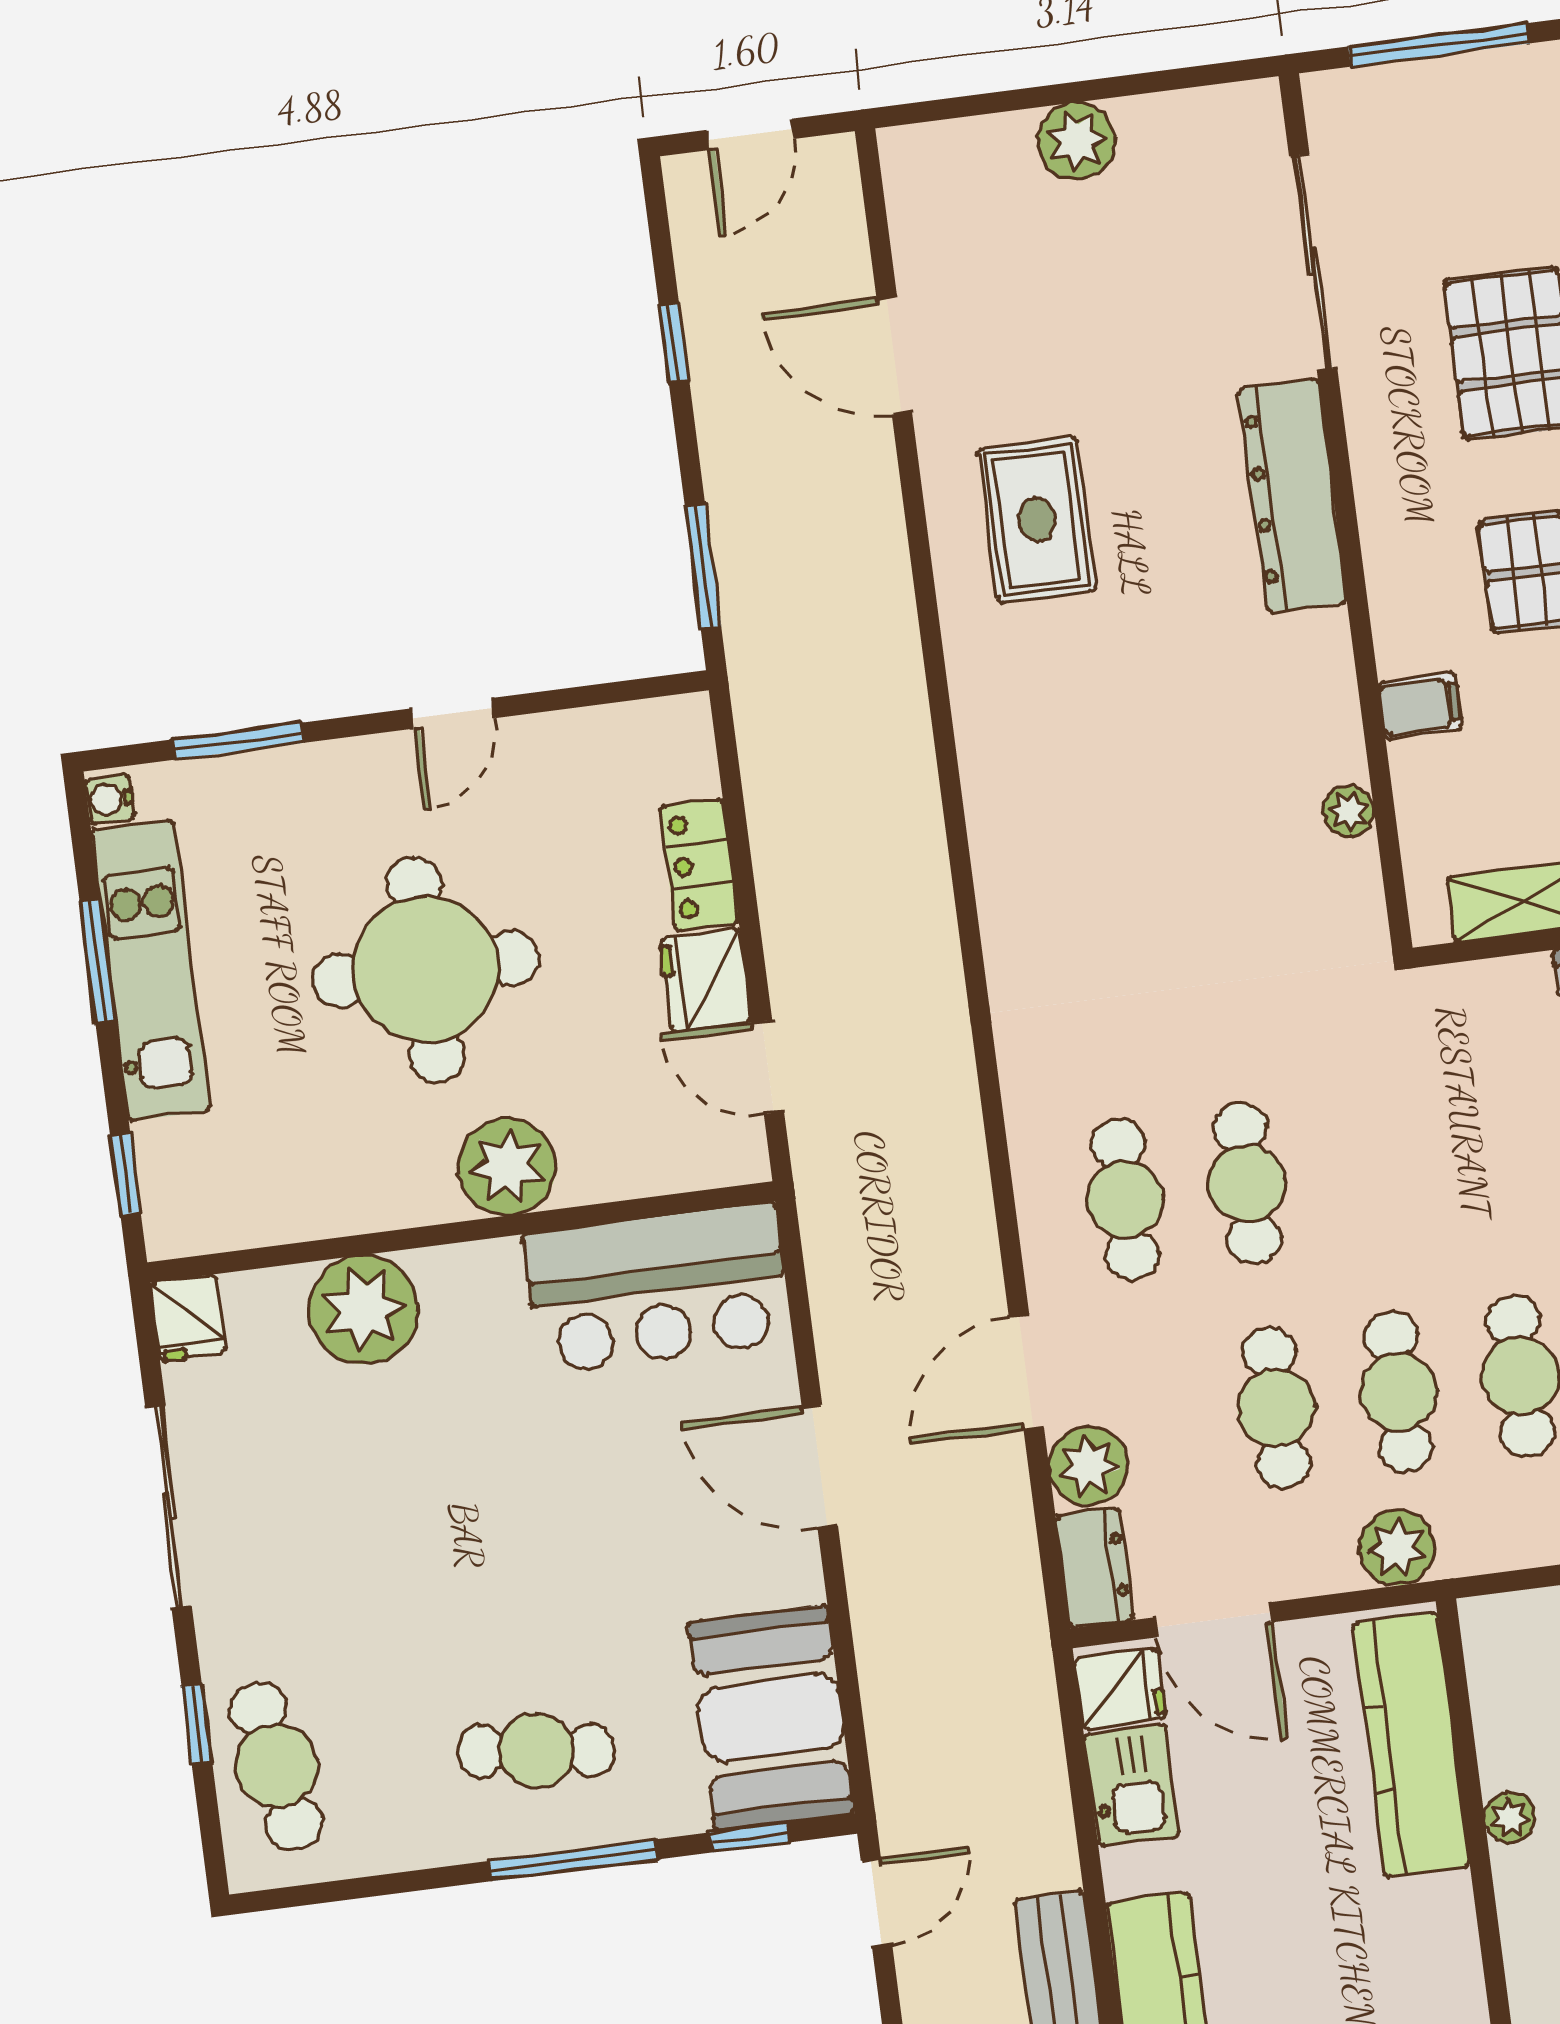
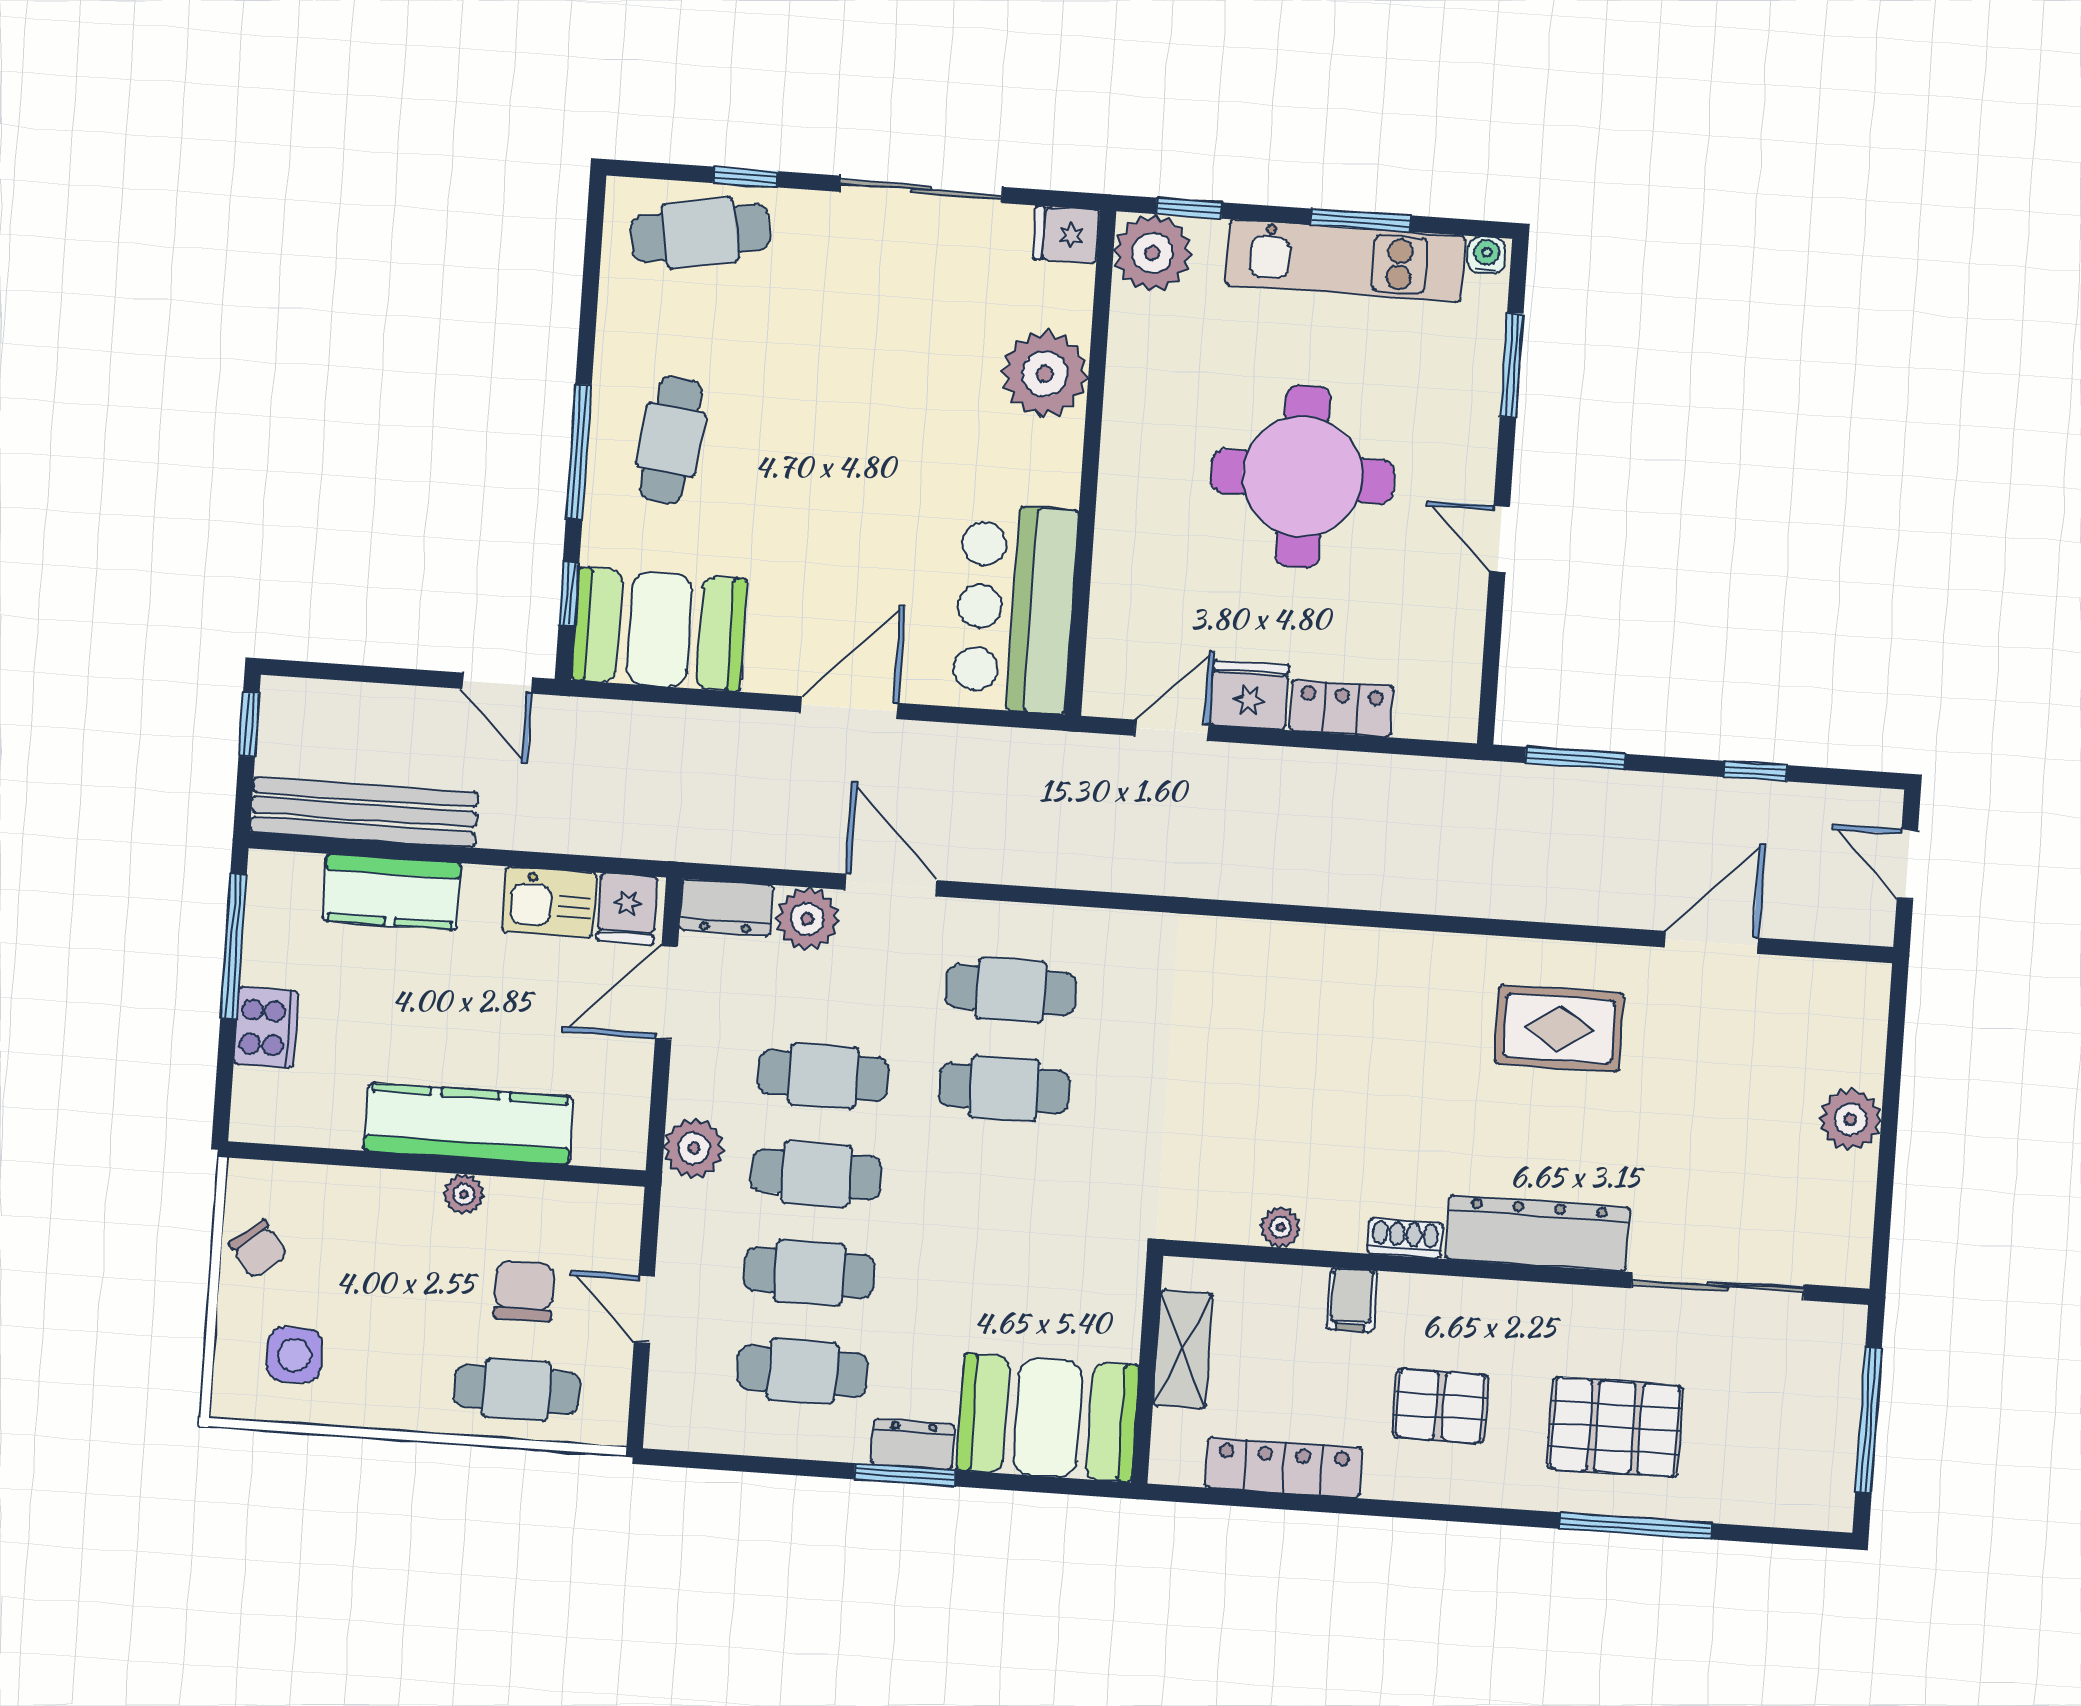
shoe rack: (1331, 656) -> (1405, 1238), added
plant: (507, 1167) -> (1152, 253), moved
kitchen counter: (1411, 1745) -> (468, 1124), moved

